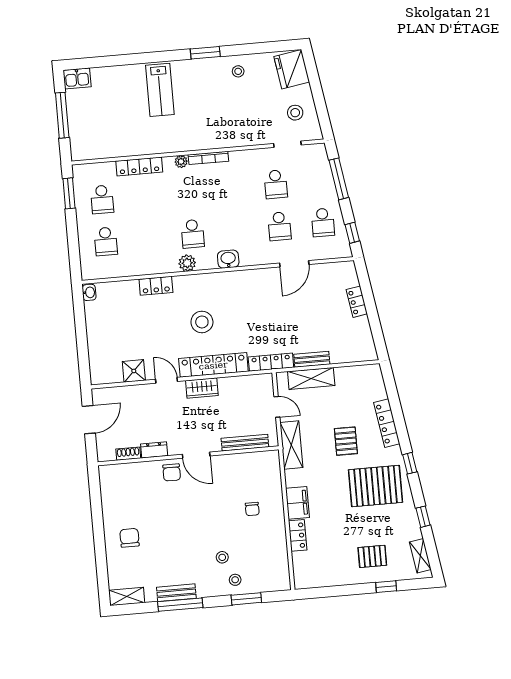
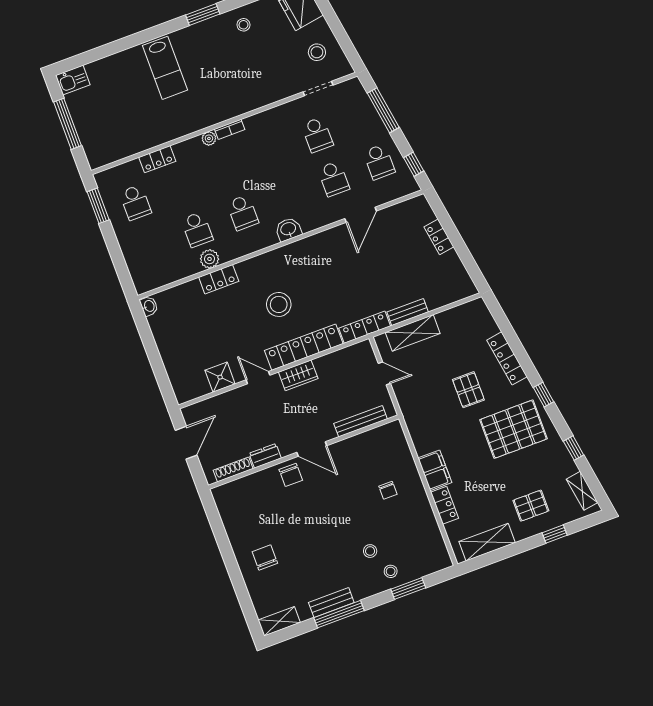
bookcase: (208, 158) -> (230, 129), width x0.64
locker: (139, 166) -> (157, 159), width x0.66
school desk: (106, 241) -> (197, 229), moved
plant: (187, 263) -> (210, 259), moved
shelving: (291, 445) -> (487, 542), moved, turned 90
shoe rack: (128, 454) -> (233, 469), width x1.43

